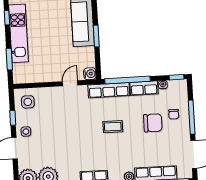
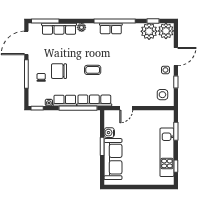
water cooler: (90, 74) -> (109, 133), moved

